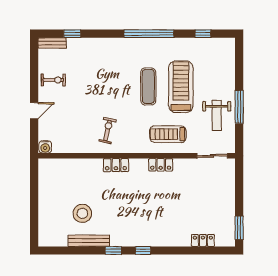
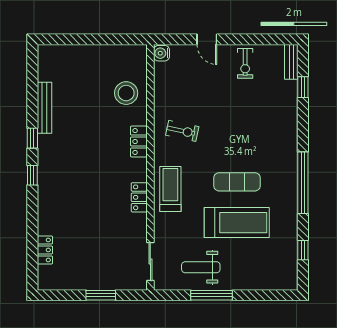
treadmill: (168, 134) -> (170, 189), moved
stool: (82, 213) -> (126, 93), moved
window: (239, 228) -> (101, 295), moved

